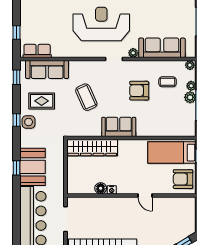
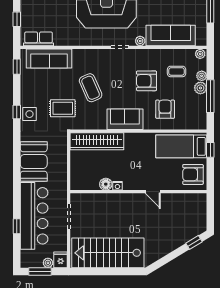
rug: (42, 101) -> (63, 108), moved
armchair: (157, 117) -> (165, 109), added
window: (17, 168) -> (17, 226), moved

